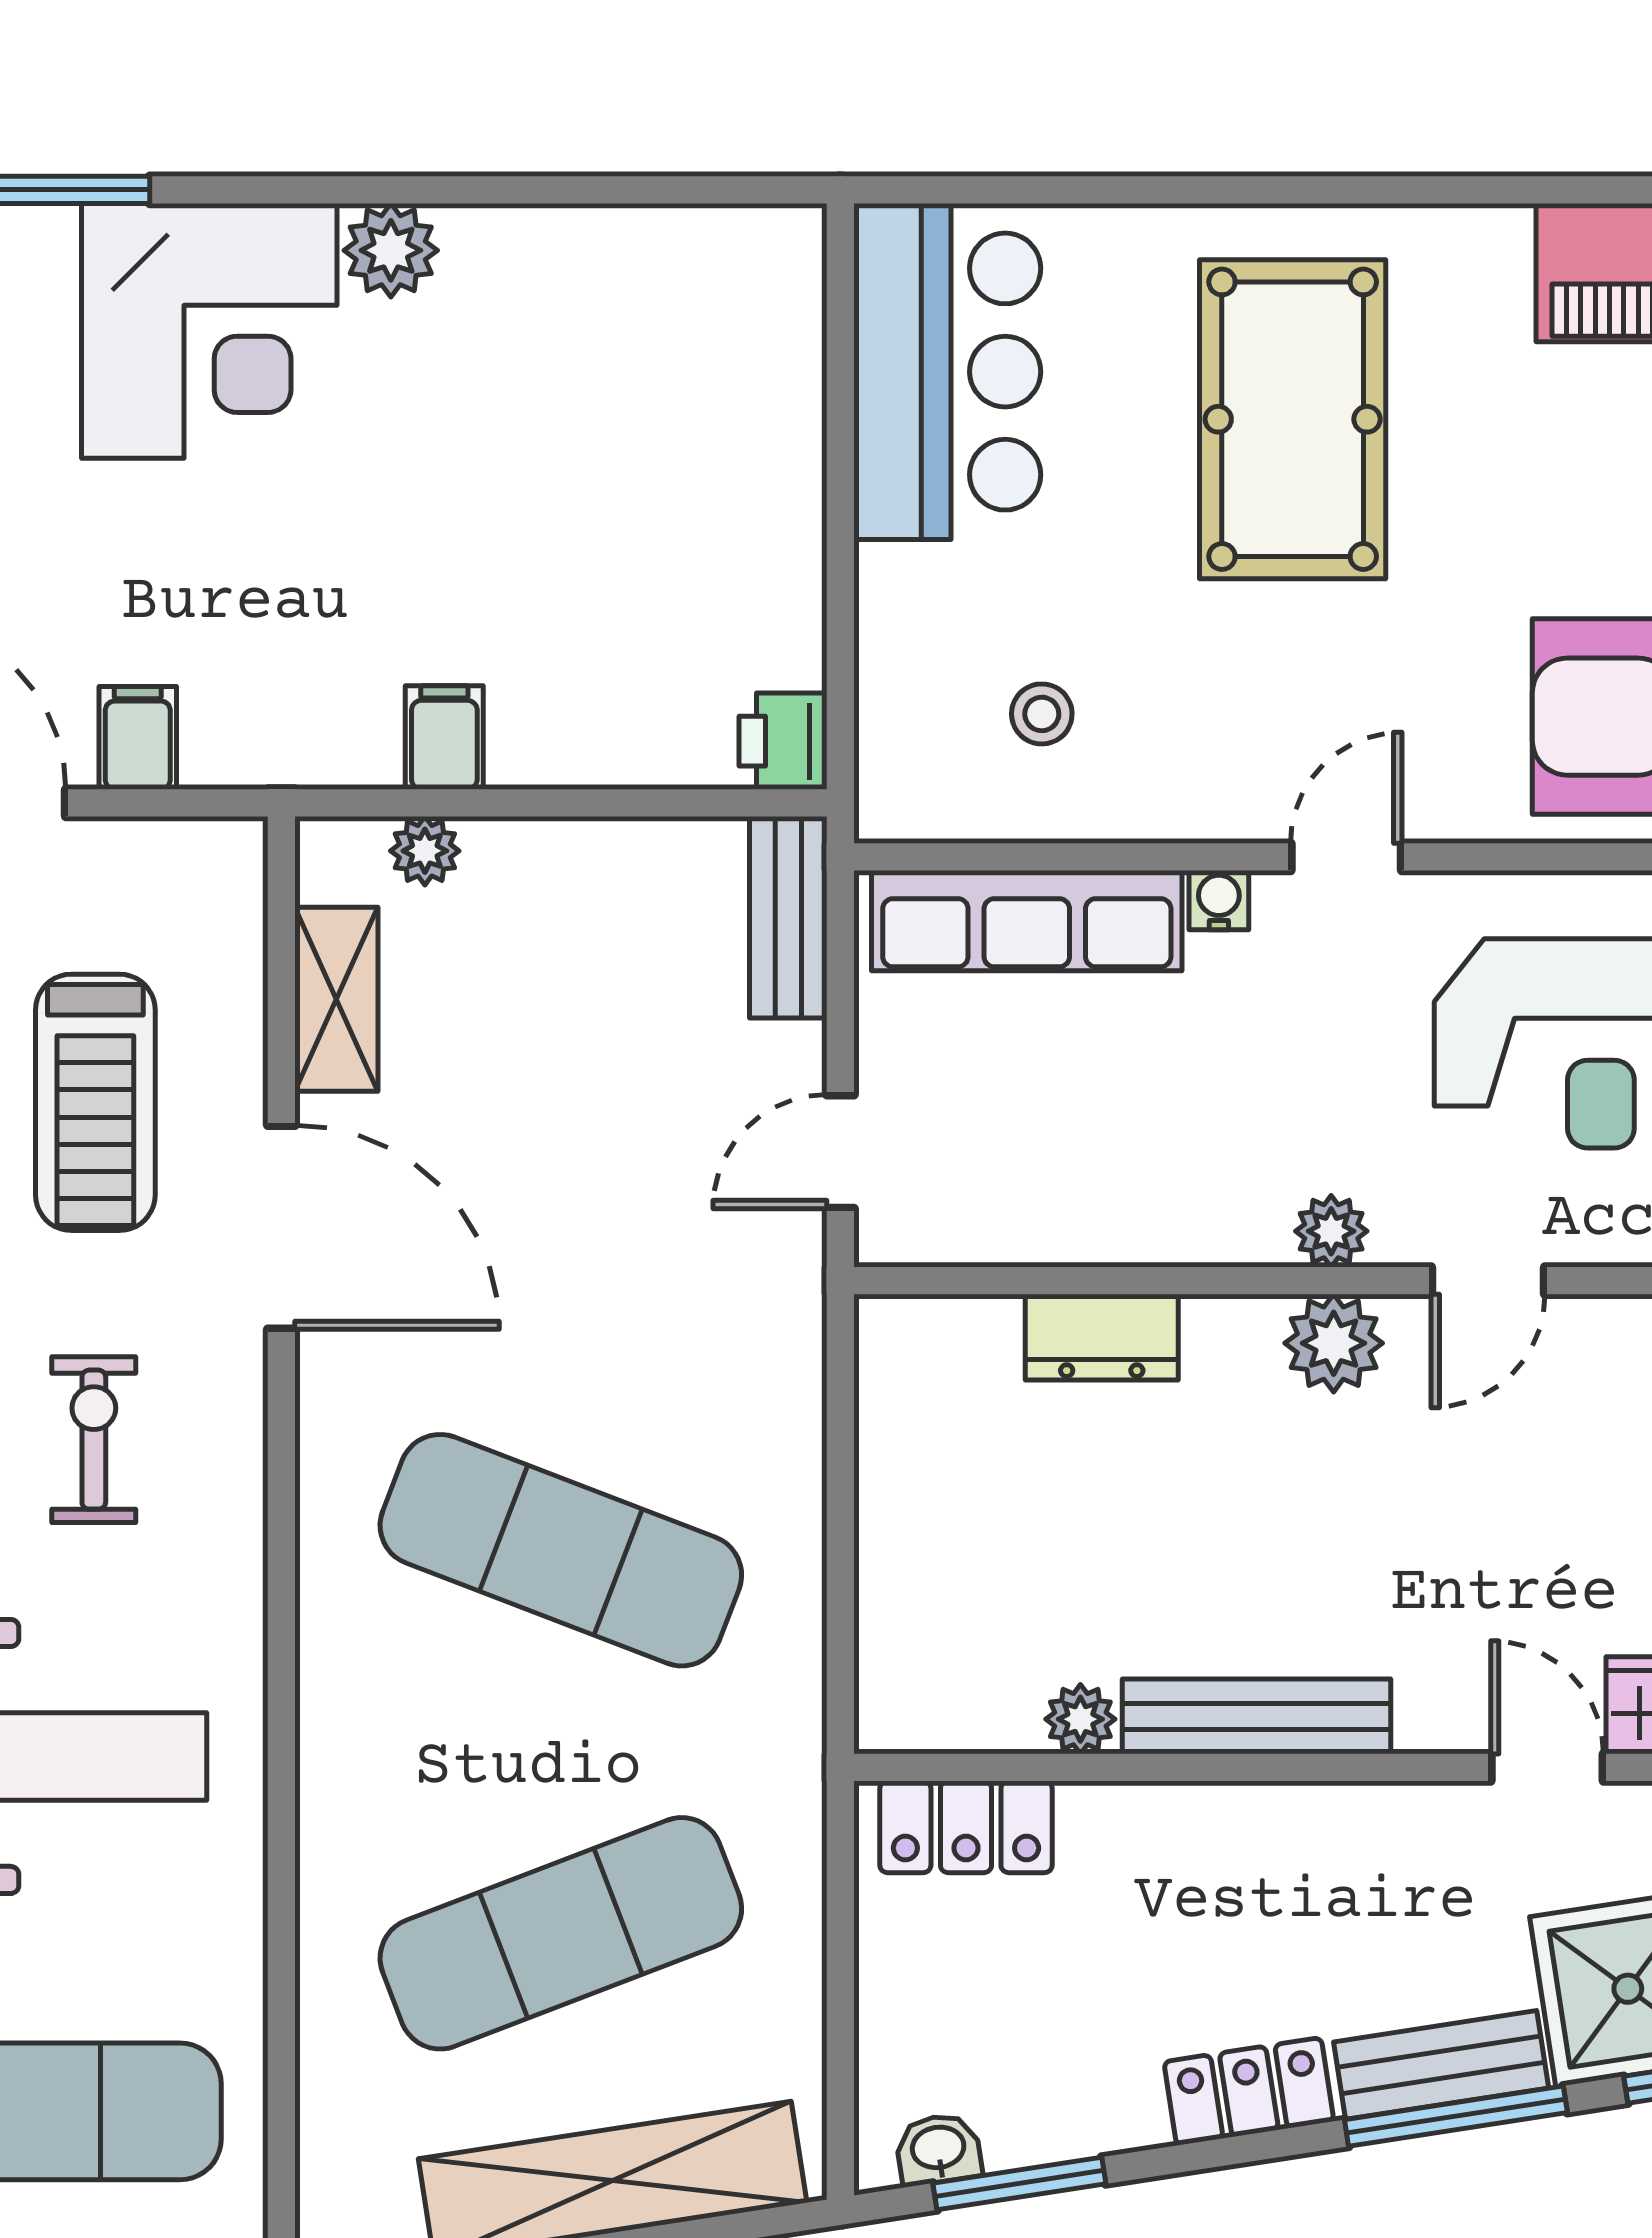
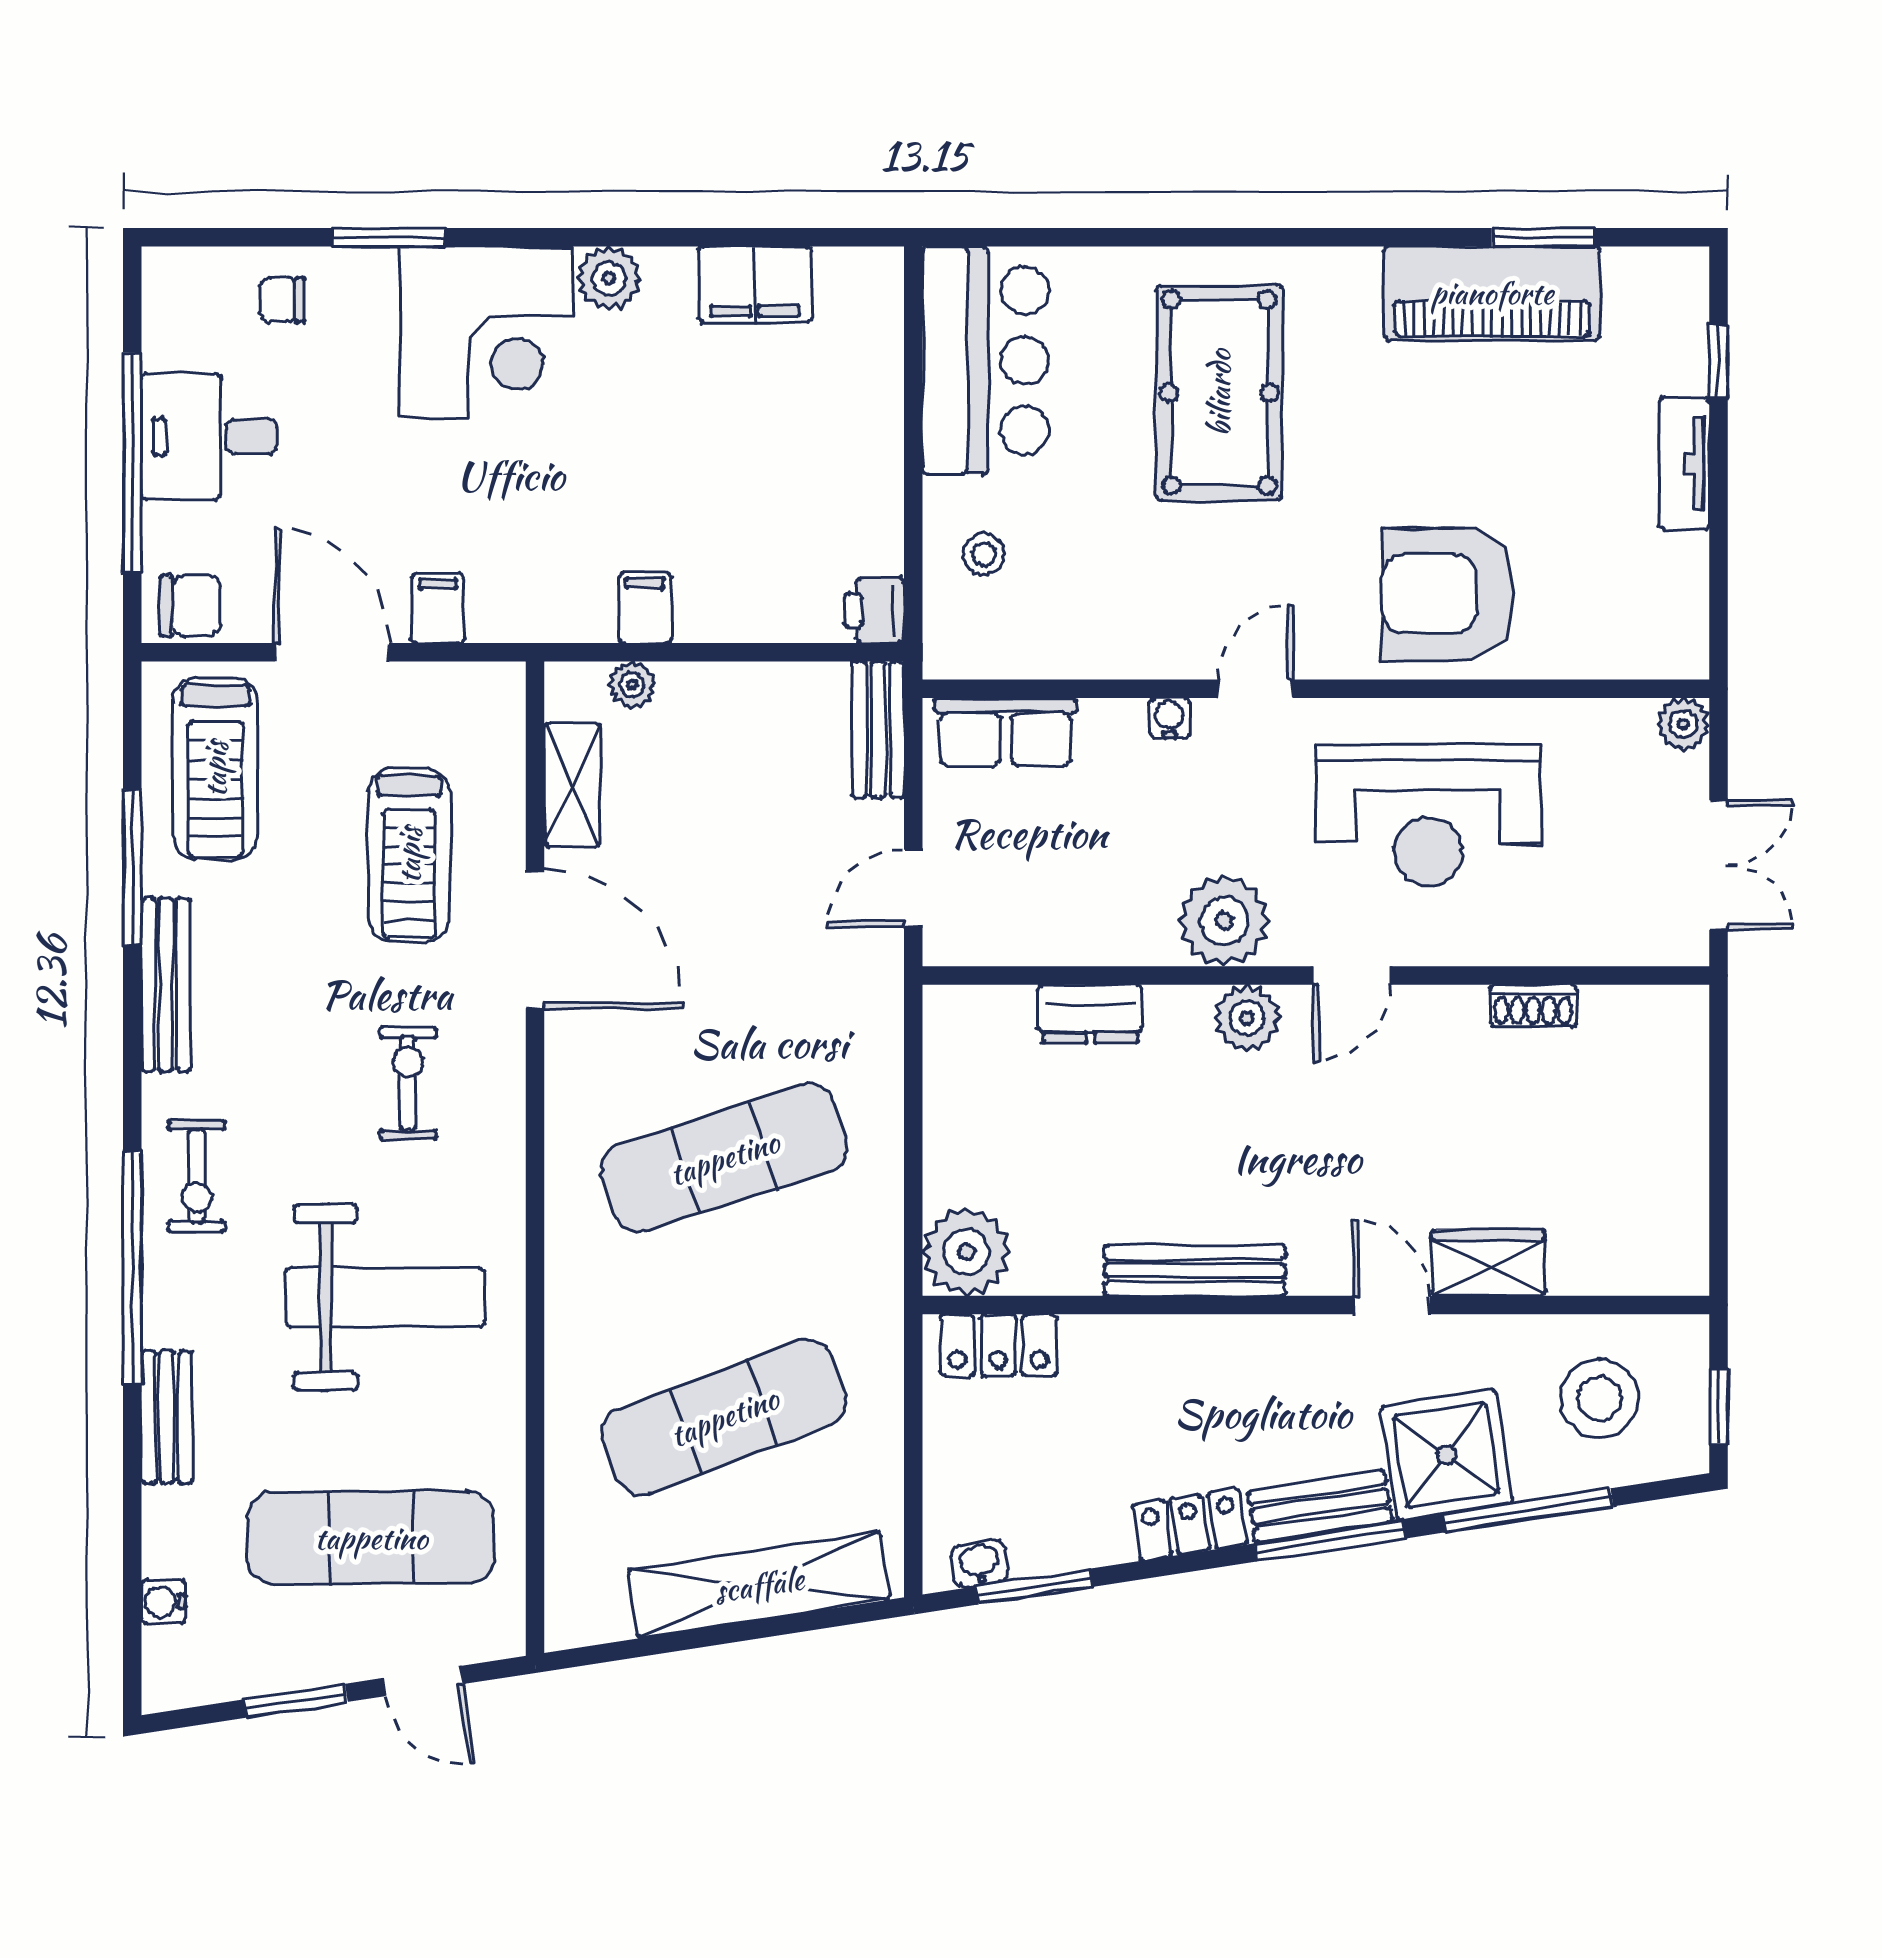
filing cabinet: (606, 259) -> (755, 284), added
stool: (1042, 714) -> (984, 554), moved
row of seats: (1027, 921) -> (1005, 732), width x0.68
plant: (1331, 1231) -> (1224, 921), width x1.88, depth x1.88
exercise mat: (561, 1550) -> (724, 1158), turned -39
plant: (1080, 1719) -> (966, 1252), moved, width x1.88, depth x1.88

